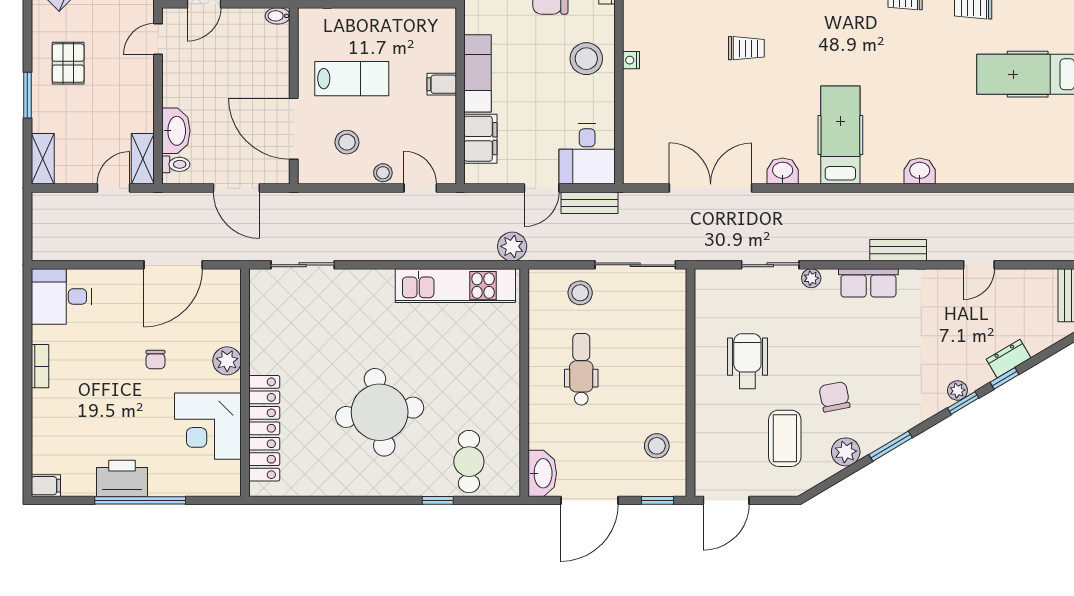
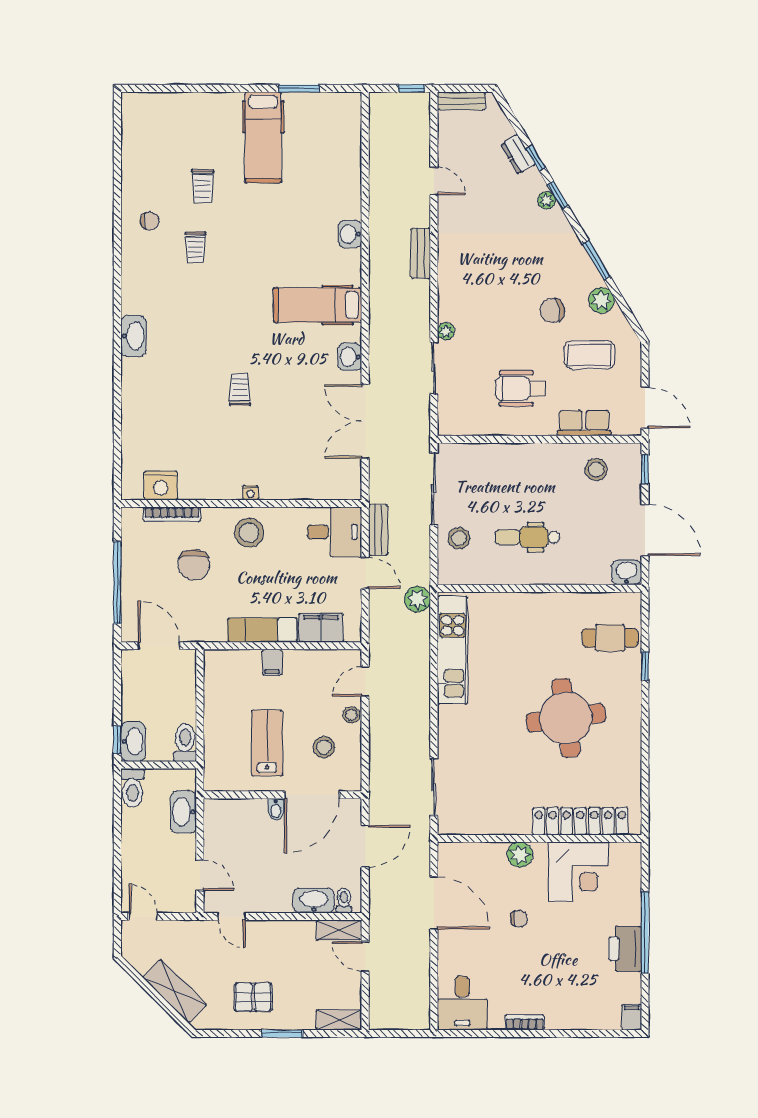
bidet: (278, 16) -> (276, 809), moved
row of seats: (868, 283) -> (584, 423), moved, turned -90
washbasin: (542, 473) -> (626, 572), width x0.72

